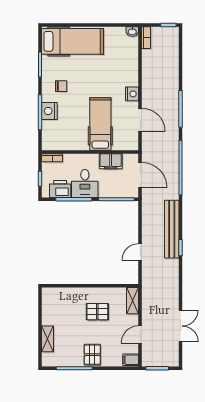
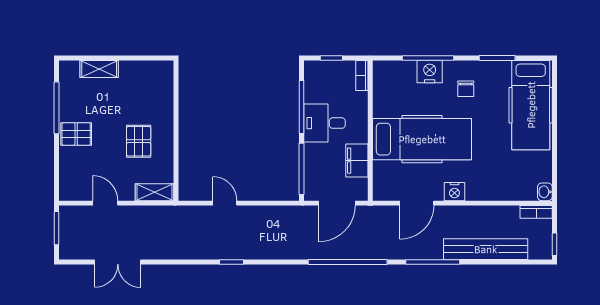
hospital bed: (100, 124) -> (422, 139), width x1.37, depth x1.29
printer: (60, 189) -> (317, 87), removed
bench: (172, 229) -> (486, 249), moved
filing cabinet: (131, 360) -> (69, 189), removed

